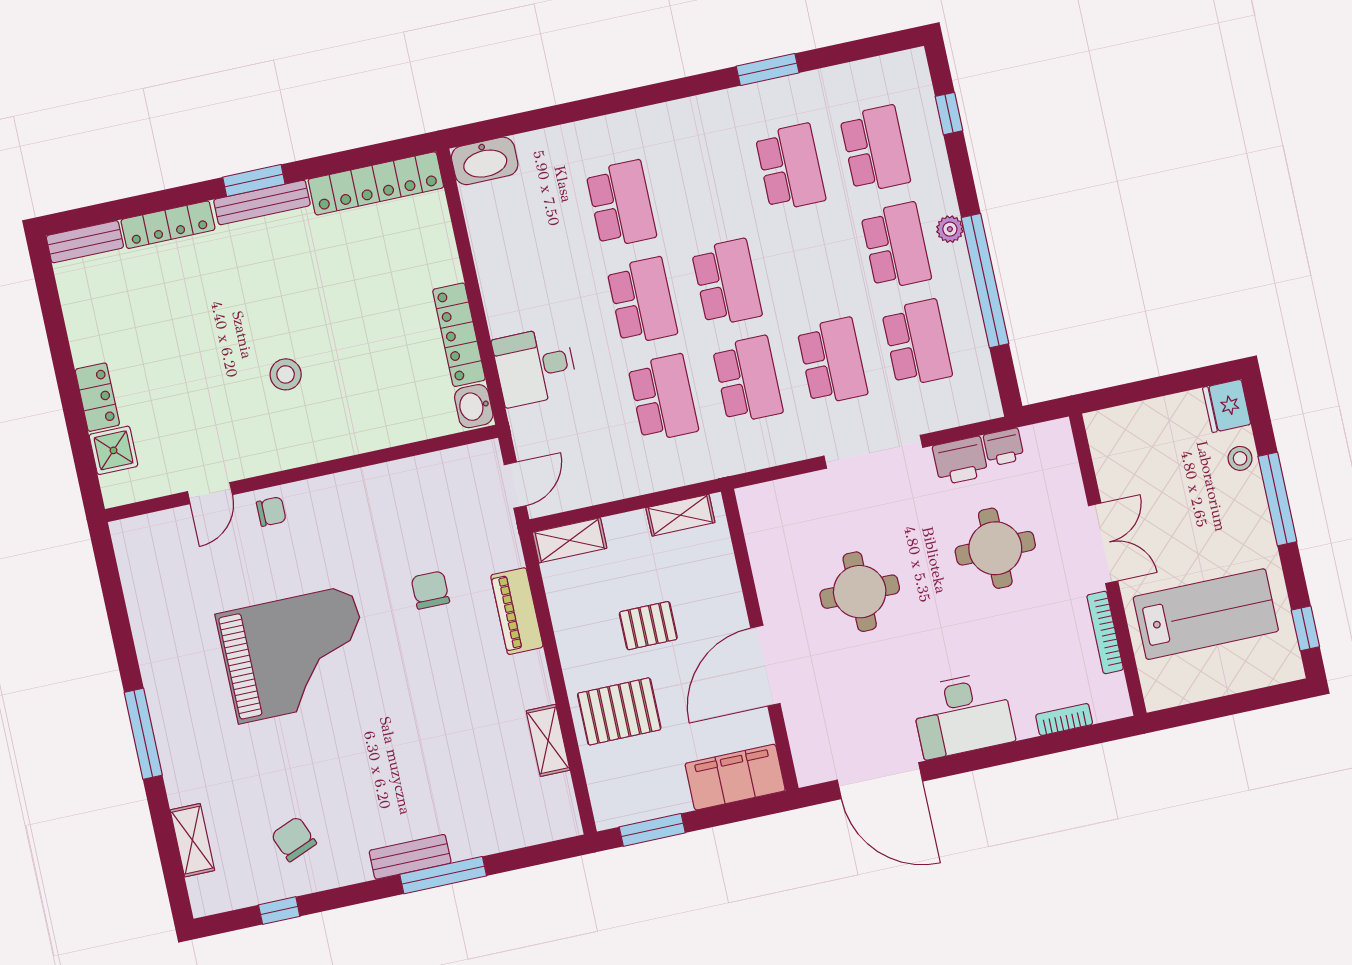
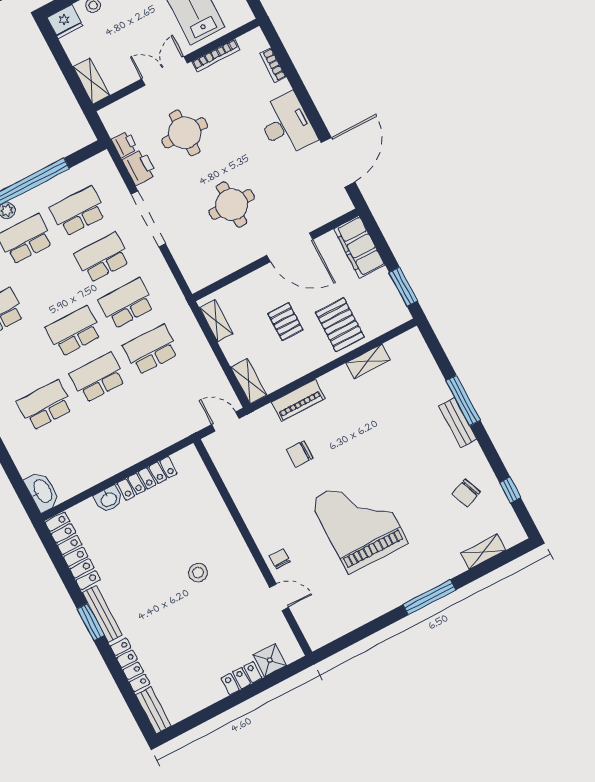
desk: (535, 366) -> (153, 429), removed
washbasin: (474, 406) -> (108, 499), moved
shelving: (1120, 422) -> (91, 81), added

